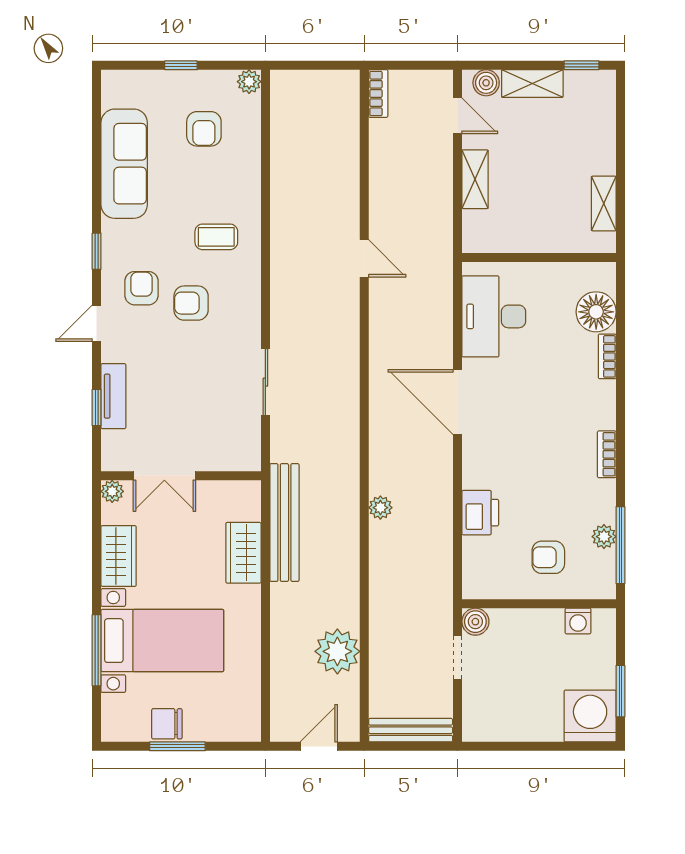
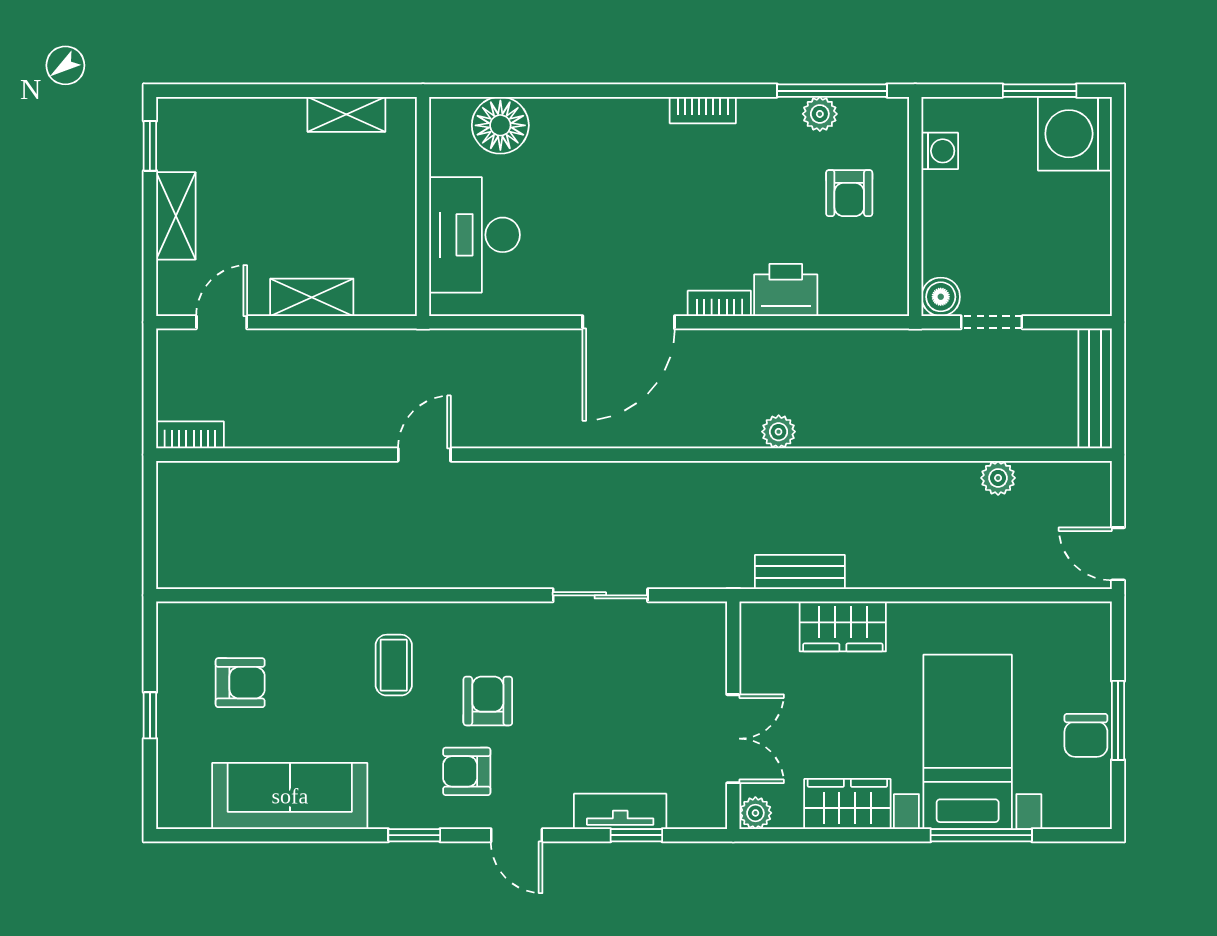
plant: (249, 82) -> (173, 618), removed
boiler: (486, 83) -> (175, 282), removed
armchair: (191, 303) -> (488, 701), turned 180
desk: (494, 316) -> (475, 235), moved, turned 90
bookcase: (607, 356) -> (719, 303), moved, turned 180
bench: (284, 523) -> (800, 572), width x0.54, depth x0.82
plant: (337, 651) -> (998, 478), width x0.53, depth x0.53
door: (319, 746) -> (1118, 554), moved

